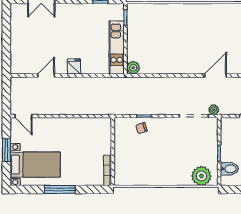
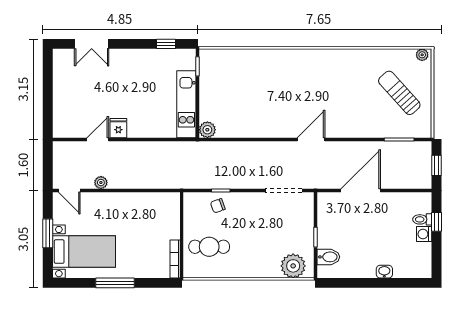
fridge: (74, 66) -> (118, 128), moved
plant: (214, 110) -> (101, 183), moved
cafe table: (135, 161) -> (209, 247), added

